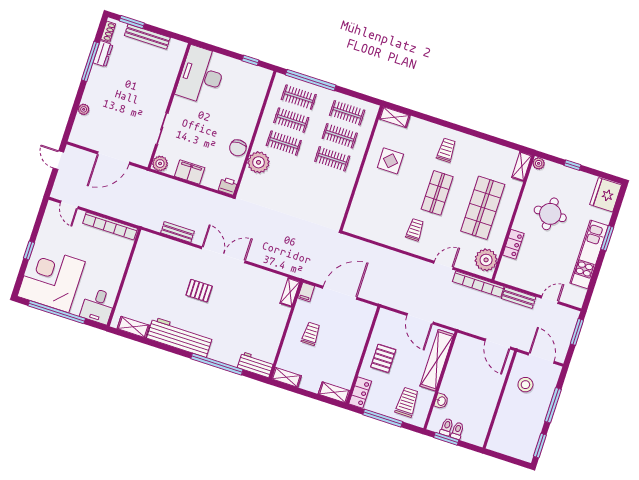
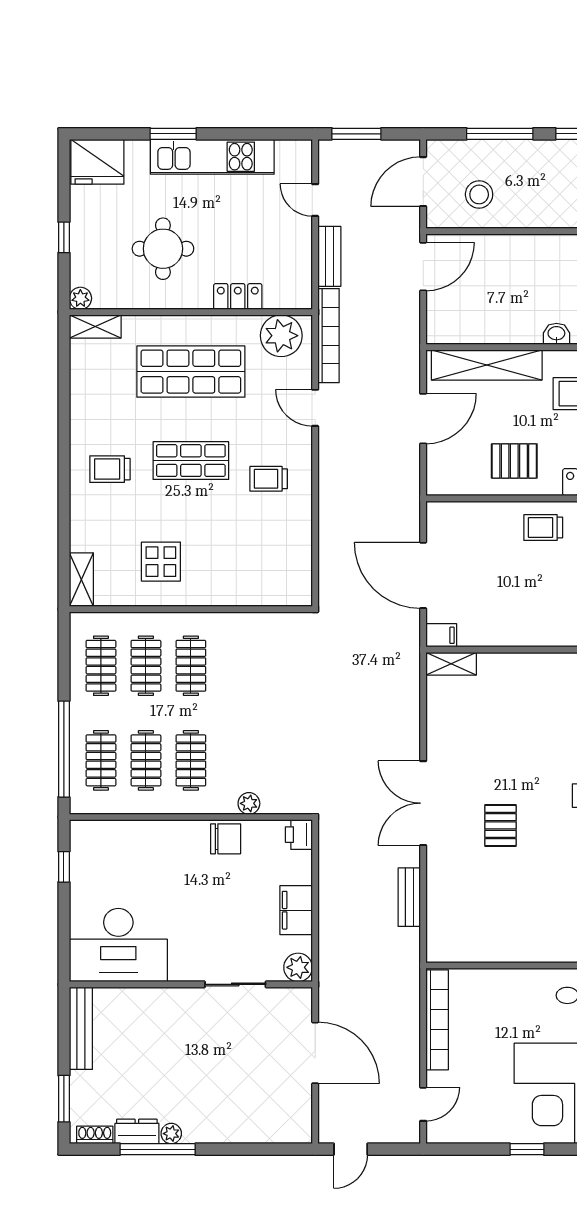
bench: (147, 37) -> (81, 1028), moved
plant: (84, 109) -> (171, 1134), moved
plant: (259, 162) -> (249, 803), width x0.53, depth x0.53
trolley: (311, 334) -> (543, 528), moved

